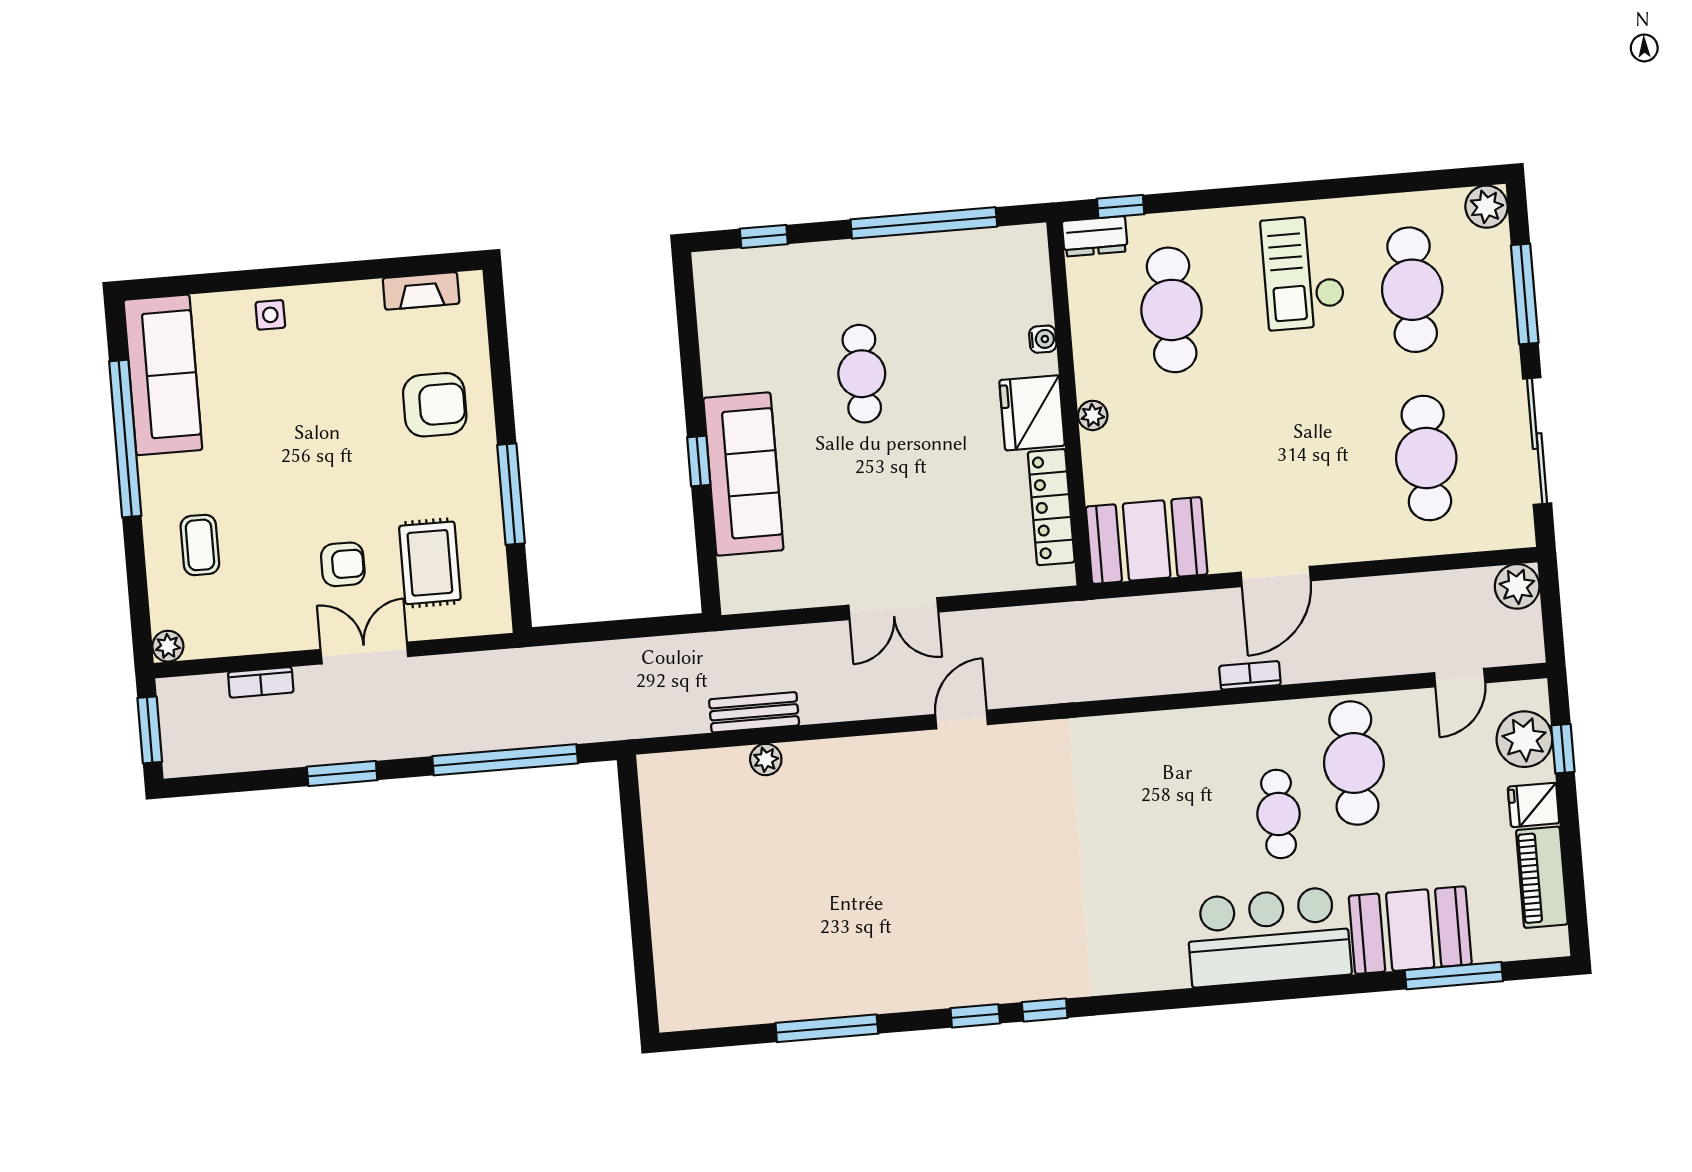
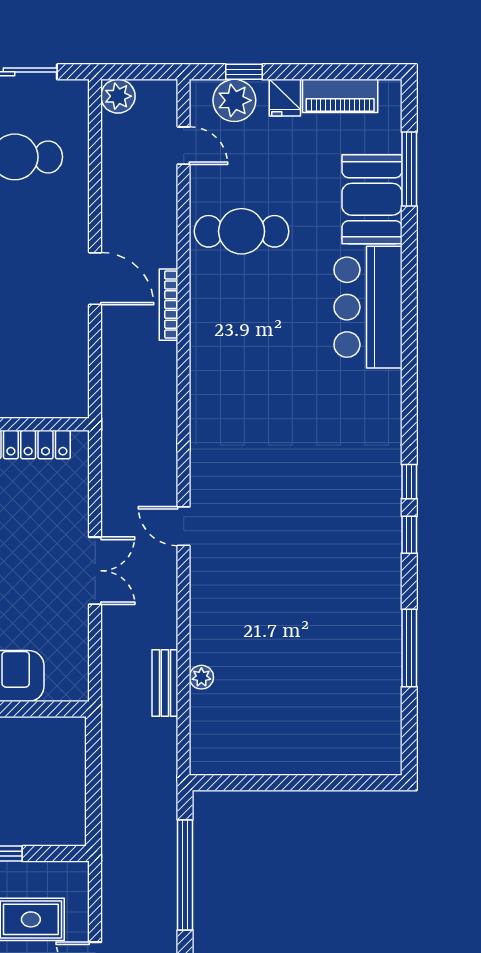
booth: (1147, 541) -> (60, 374), removed
bookcase: (1250, 675) -> (169, 305), width x1.56
cafe table: (1279, 814) -> (275, 292), removed

